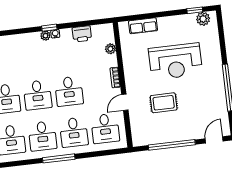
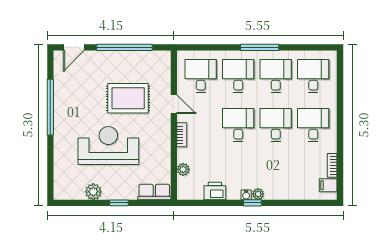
window: (195, 10) -> (119, 203), moved
plant: (203, 19) -> (93, 192), moved
row of seats: (143, 26) -> (154, 192), moved
door: (125, 102) -> (174, 104), hinge flipped
rug: (164, 103) -> (128, 98), width x1.36, depth x1.43

